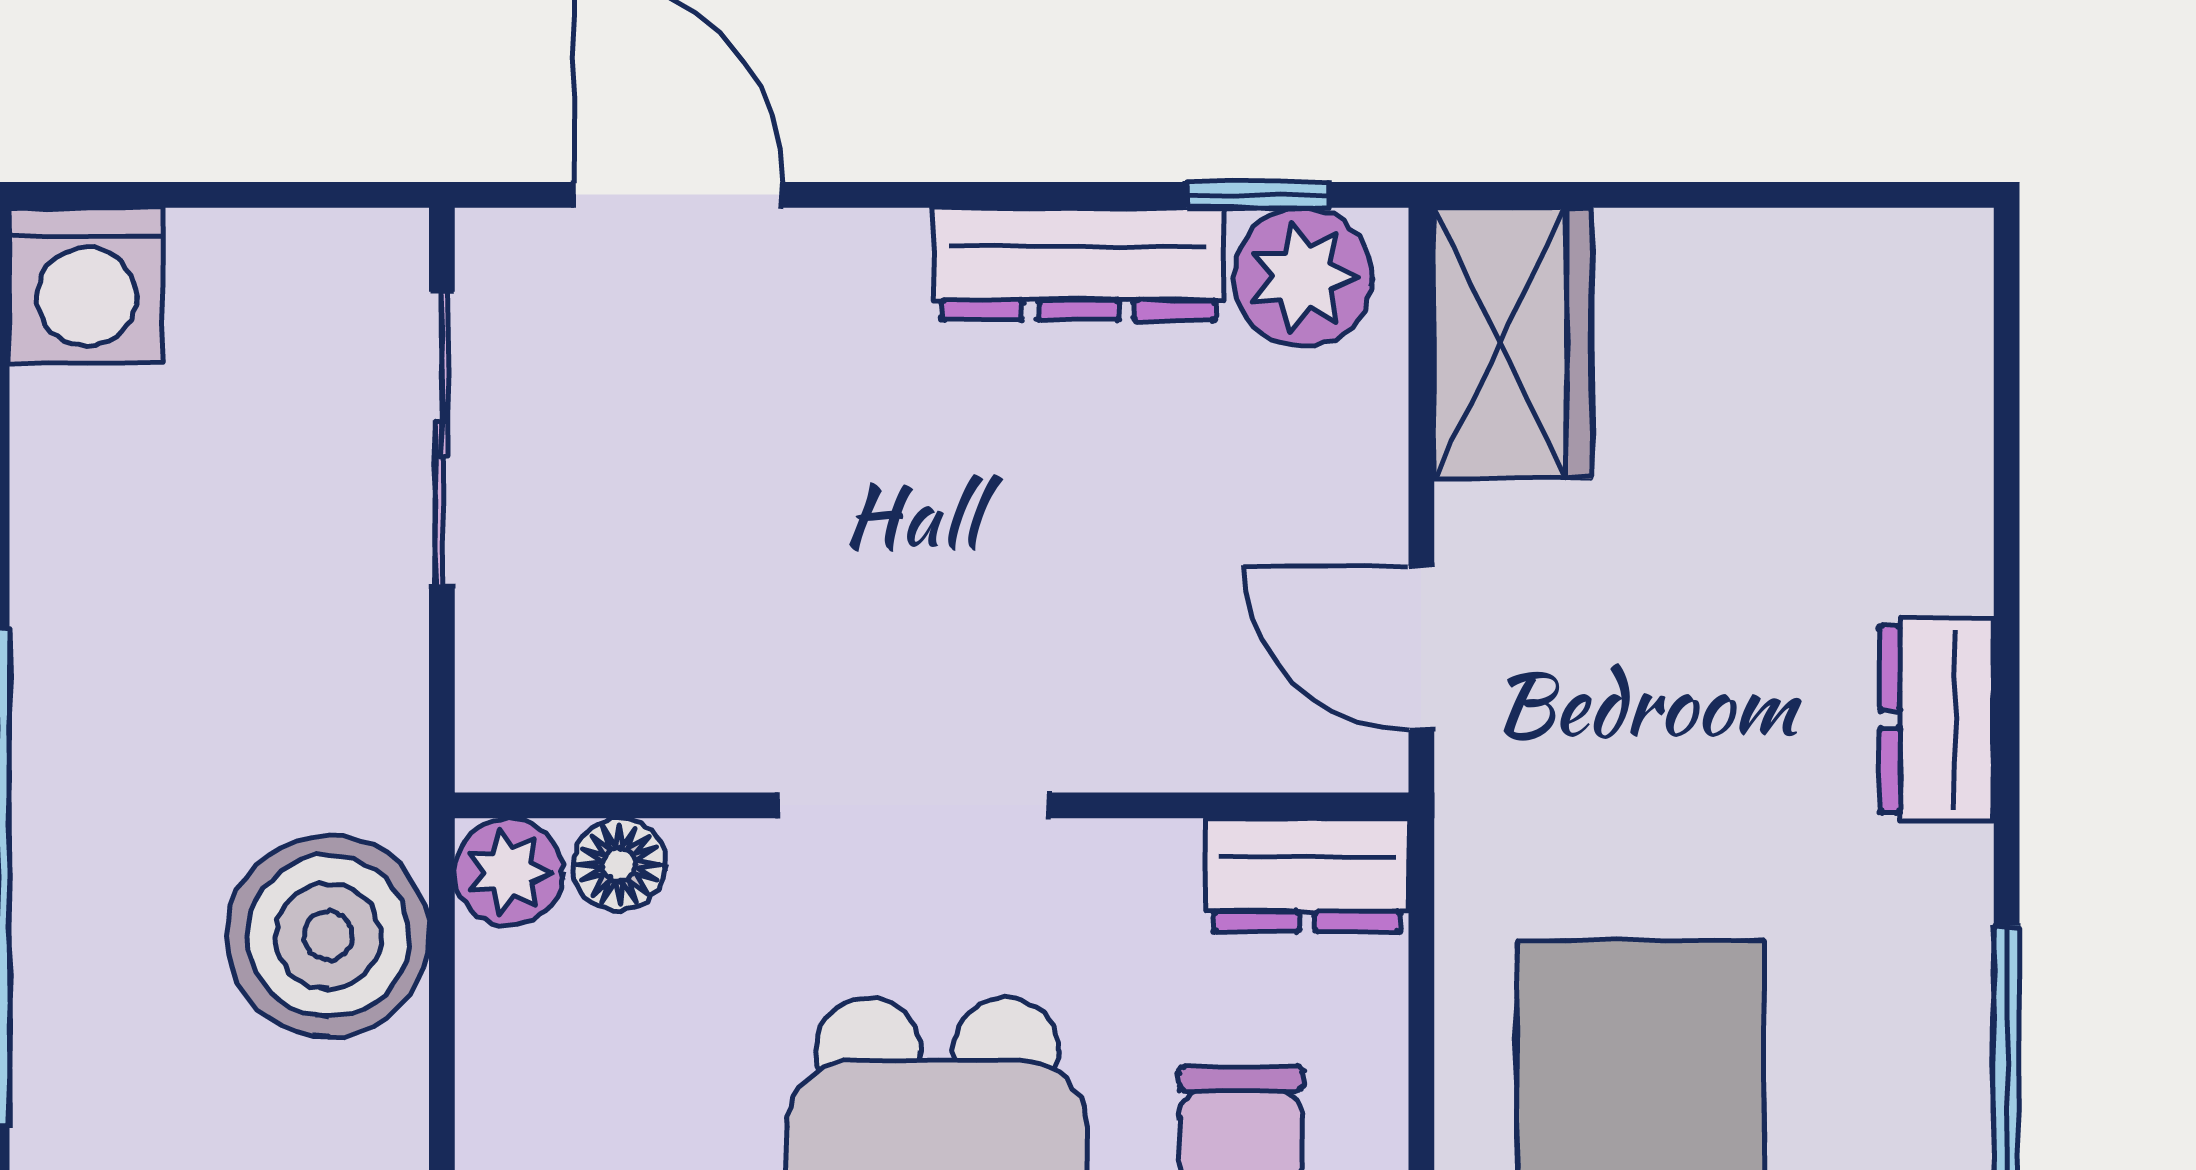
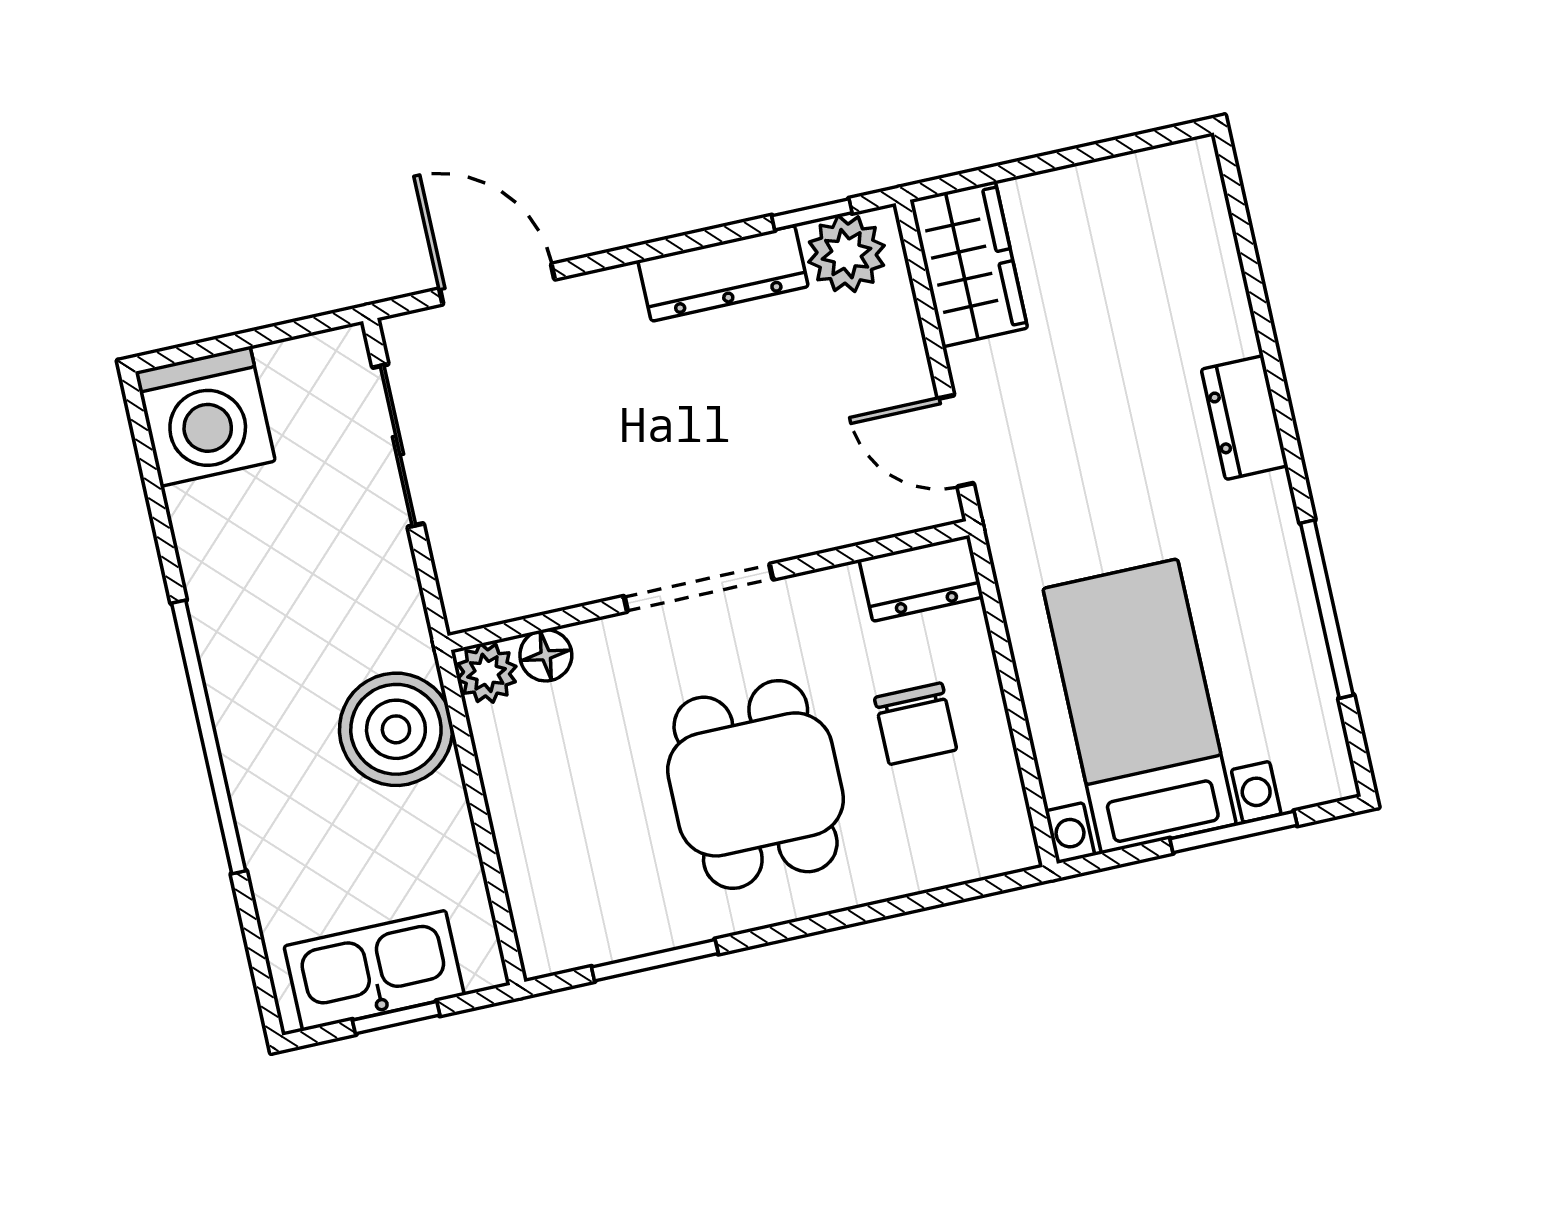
washing machine: (86, 285) -> (205, 416), width x1.37, depth x1.37

